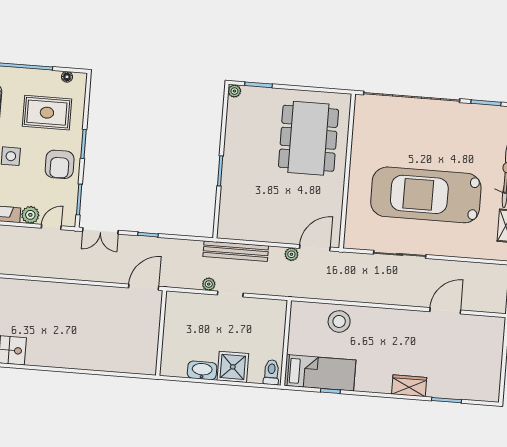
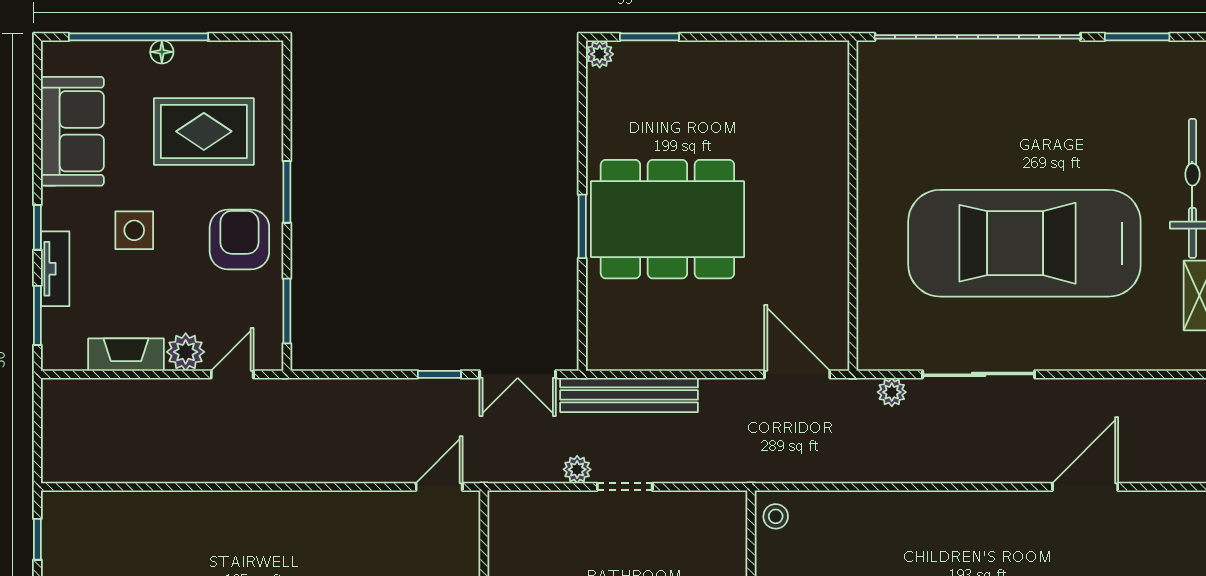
floor lamp: (67, 77) -> (162, 52), moved
dining table: (308, 138) -> (667, 219), moved, turned 90
armchair: (60, 164) -> (239, 239), turned 180
double door: (100, 231) -> (518, 374), moved
door: (315, 248) -> (797, 374), hinge flipped
plant: (291, 254) -> (892, 392), moved
door: (144, 287) -> (439, 487), width x0.73
stool: (339, 321) -> (776, 516), moved, width x0.53, depth x0.53

